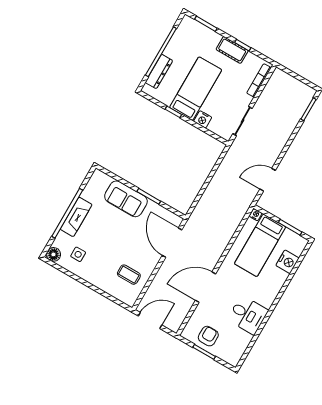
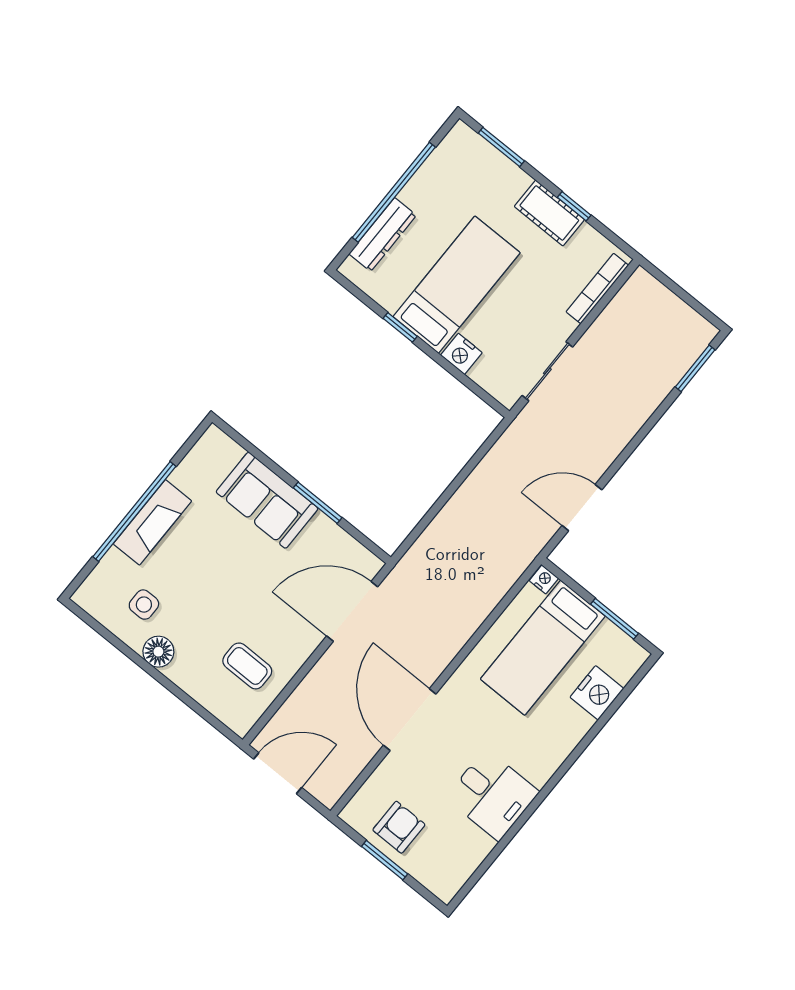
door: (172, 243) -> (352, 611), hinge flipped
floor lamp: (53, 254) -> (158, 652), moved
door: (205, 287) -> (410, 720), hinge flipped

